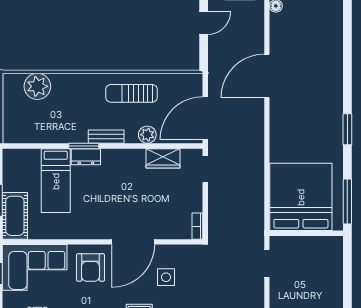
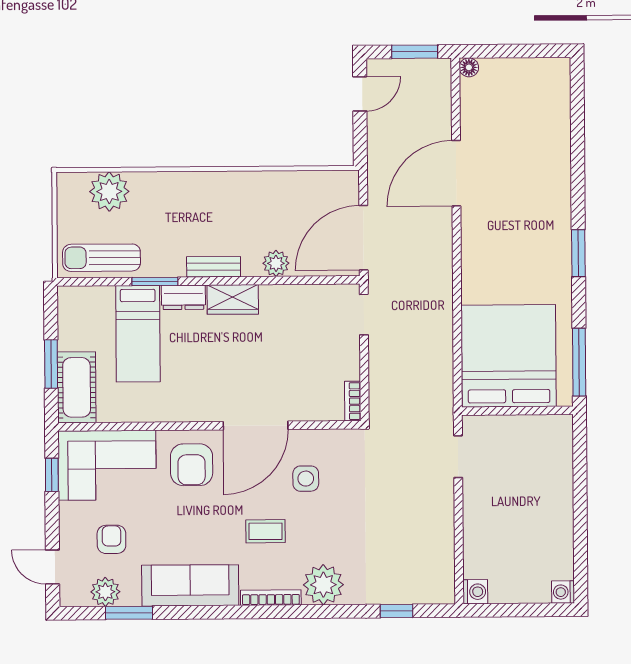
sun lounger: (131, 93) -> (101, 258), moved
window: (84, 146) -> (155, 281), moved
wardrobe: (163, 158) -> (233, 299), moved

